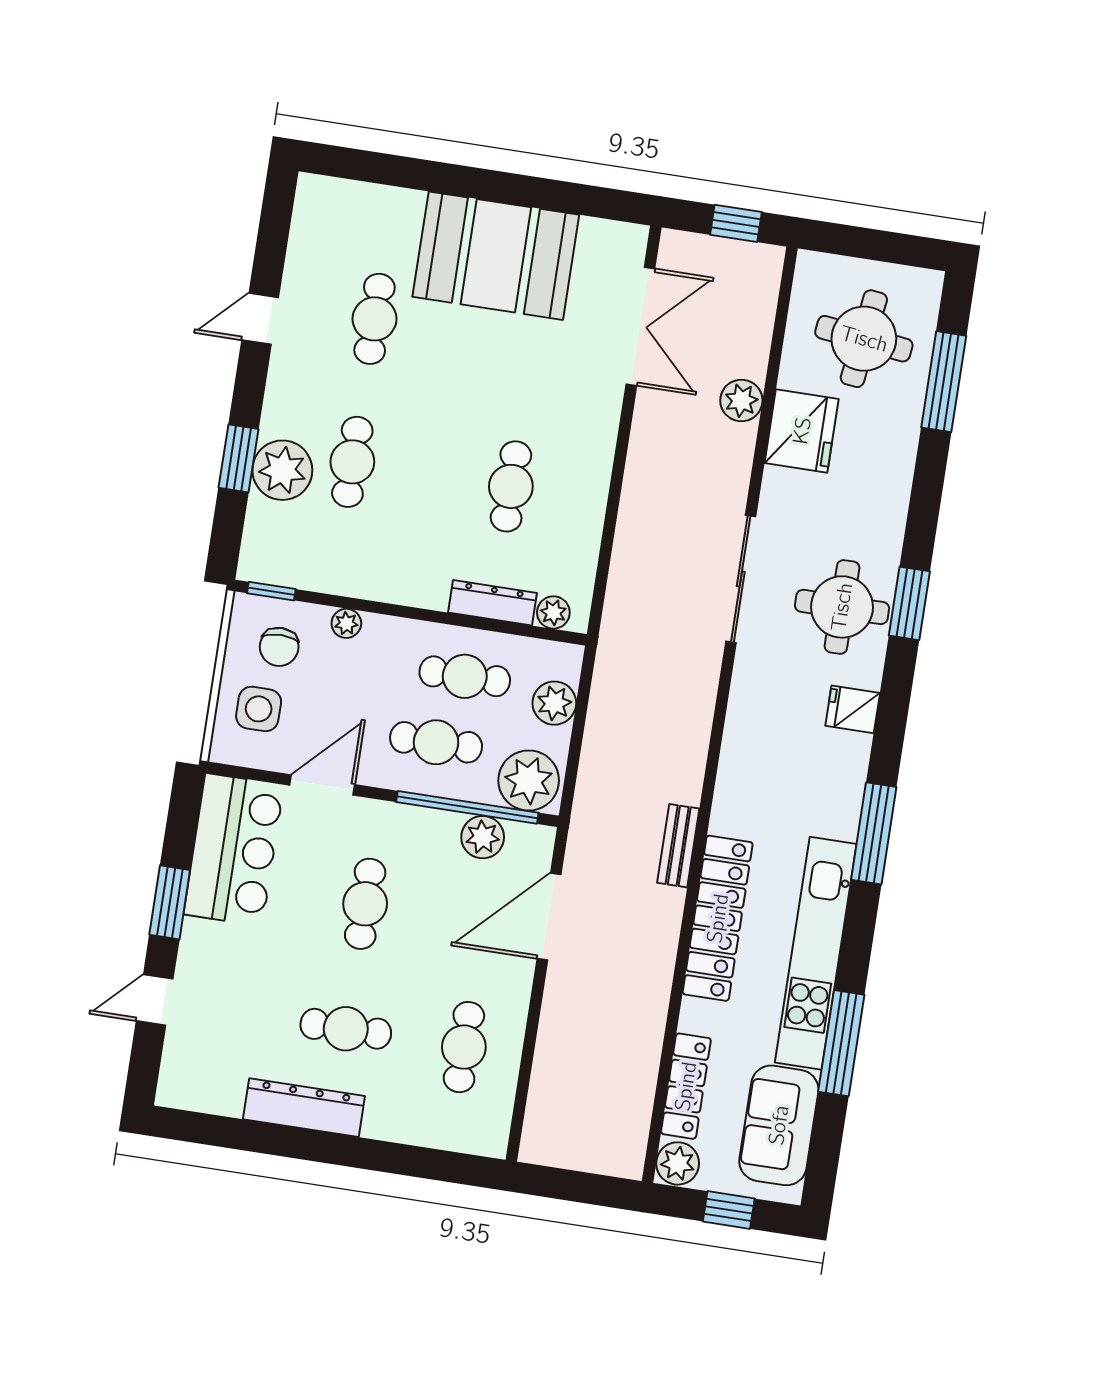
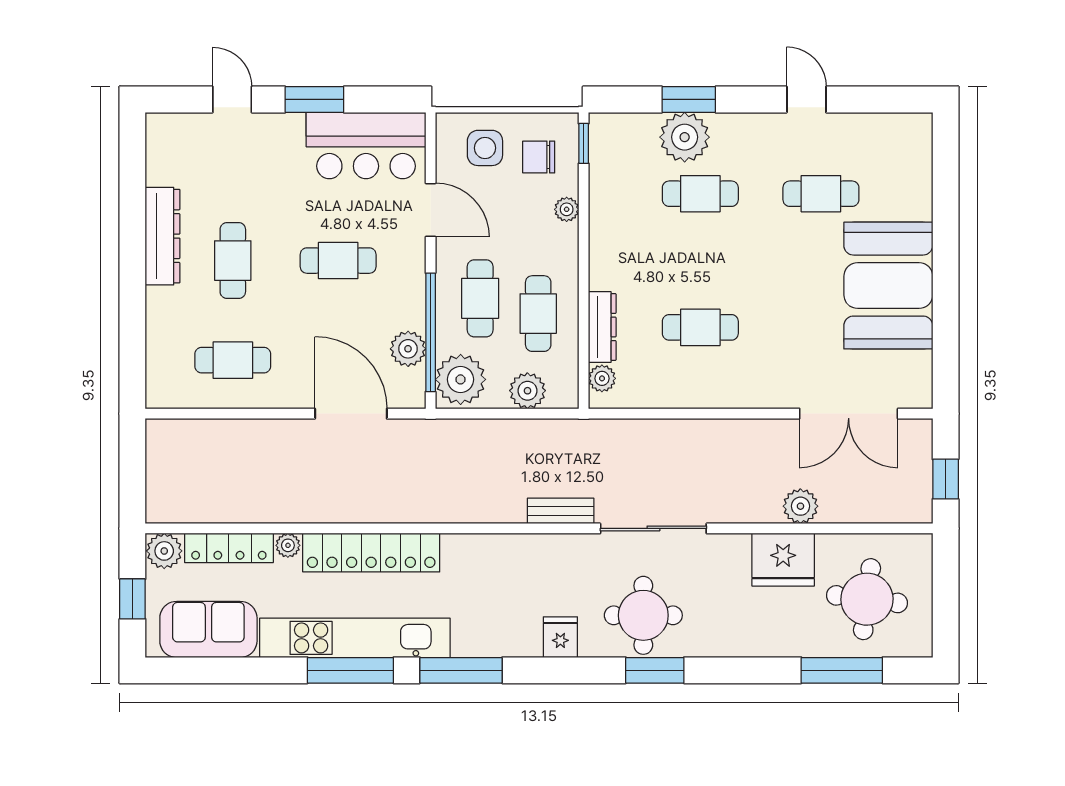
bench: (678, 846) -> (561, 511), moved
plant: (694, 1016) -> (288, 545), added
window: (841, 1043) -> (350, 670), moved

